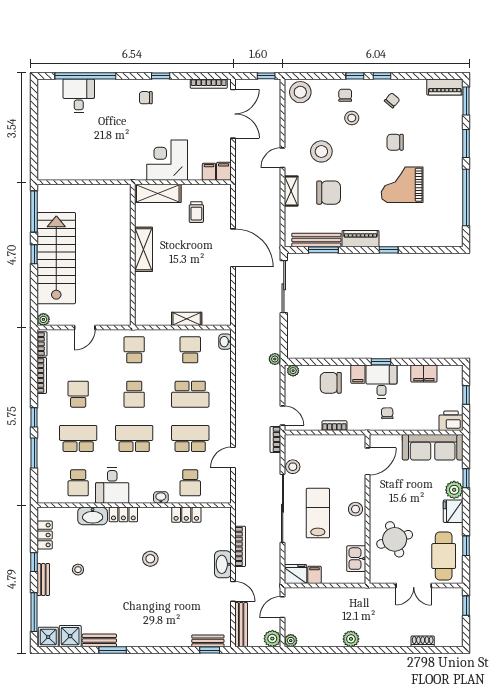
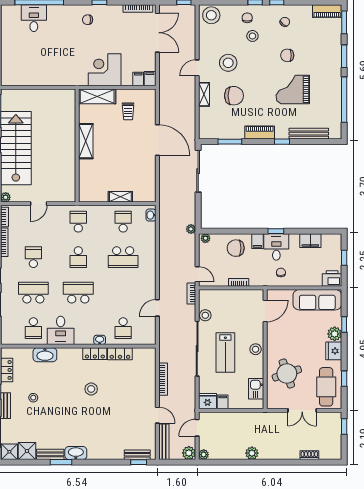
bench: (316, 240) -> (309, 134), moved
school desk: (190, 438) -> (123, 293), removed
lab bench: (318, 513) -> (225, 352), turned 180
locker: (123, 514) -> (95, 354), moved
washbasin: (223, 564) -> (76, 453), moved, turned 90

